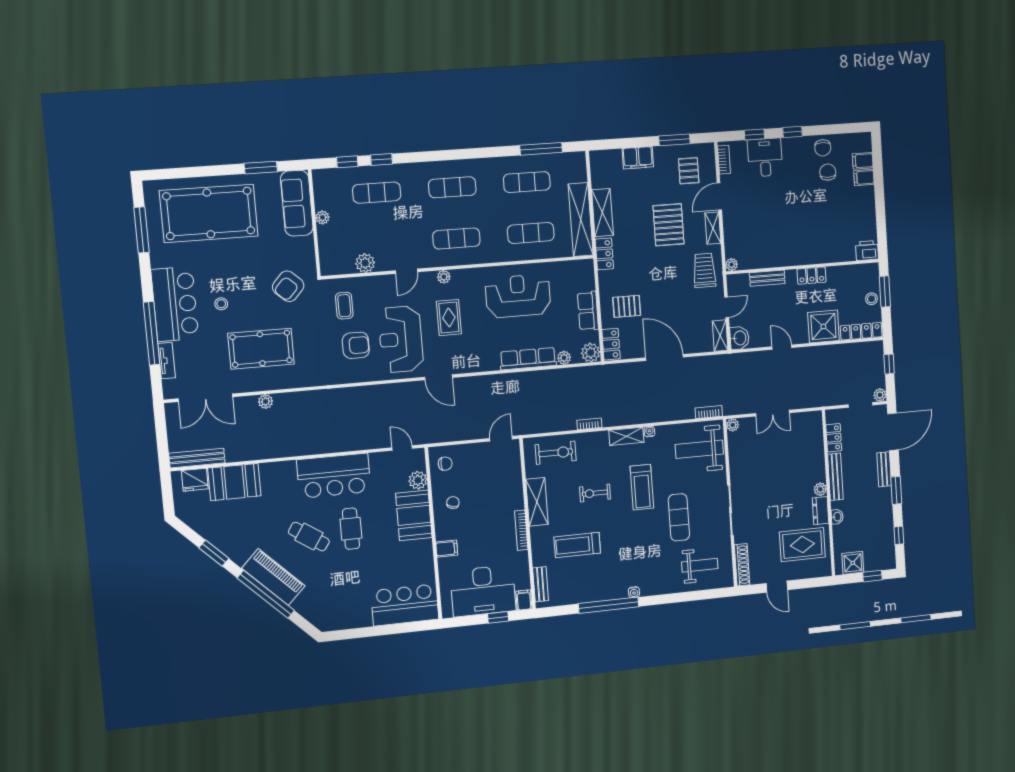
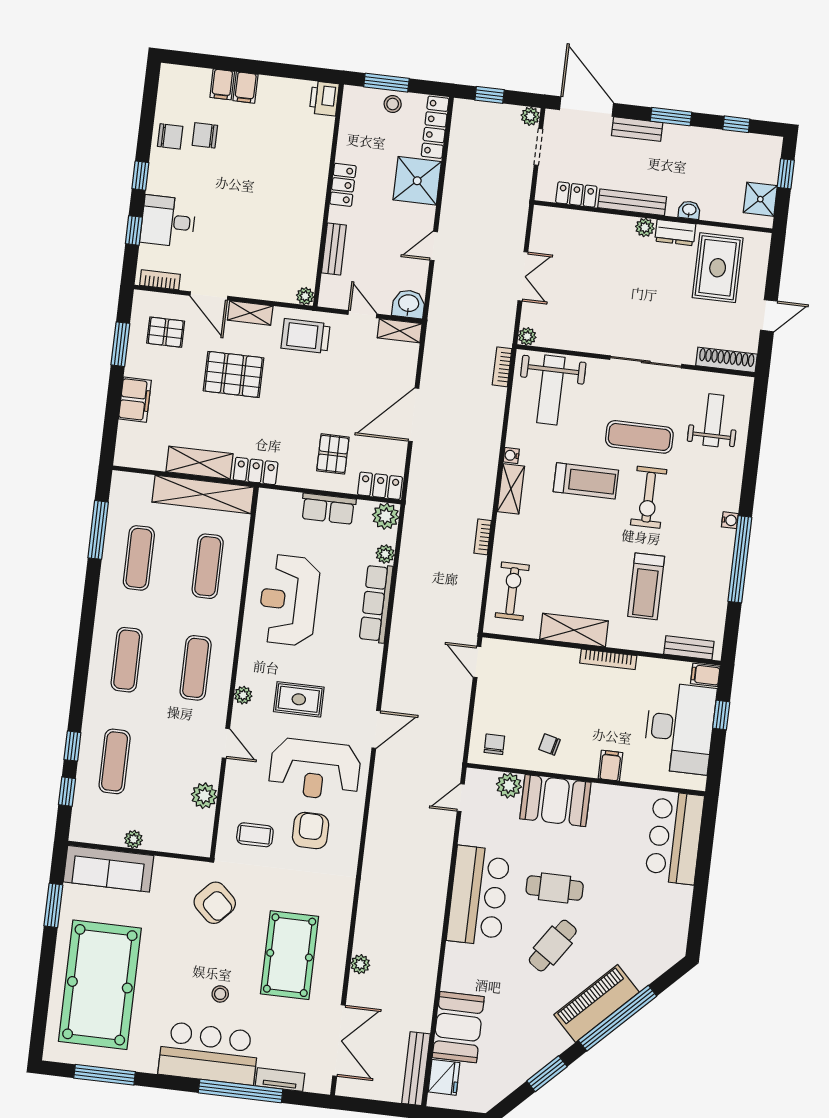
filing cabinet: (863, 161) -> (245, 87), moved
exercise bike: (595, 493) -> (649, 497), moved, width x1.38, depth x1.39

